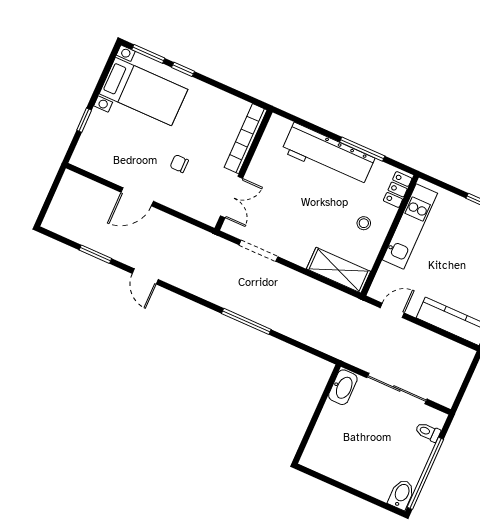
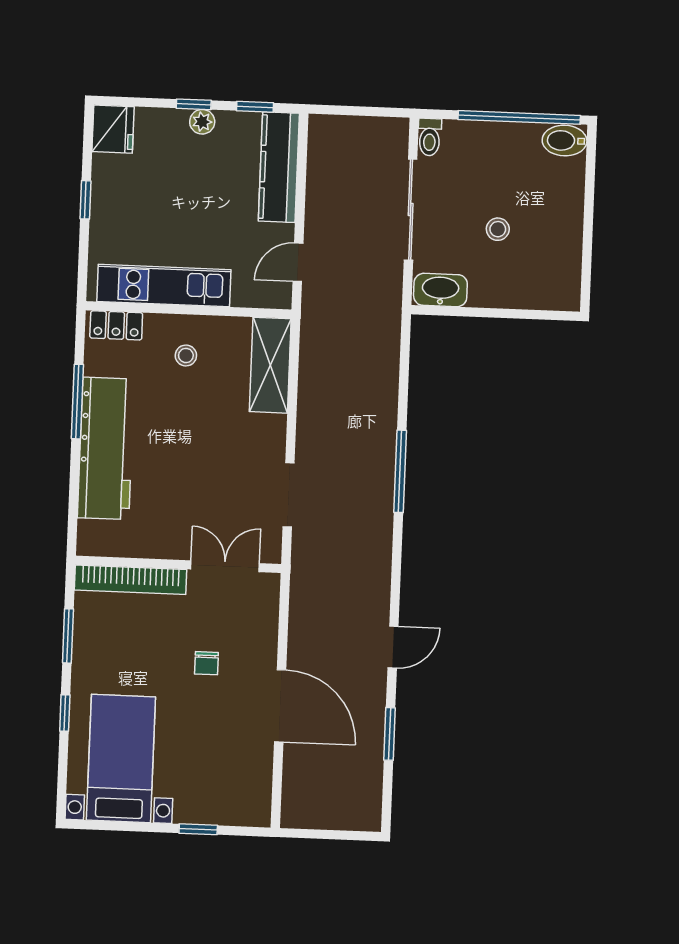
window: (148, 54) -> (68, 636), moved
door: (137, 197) -> (280, 706), width x1.36
door: (392, 310) -> (298, 262), hinge flipped
toilet: (428, 432) -> (430, 137), moved
stool: (365, 435) -> (498, 229), added

